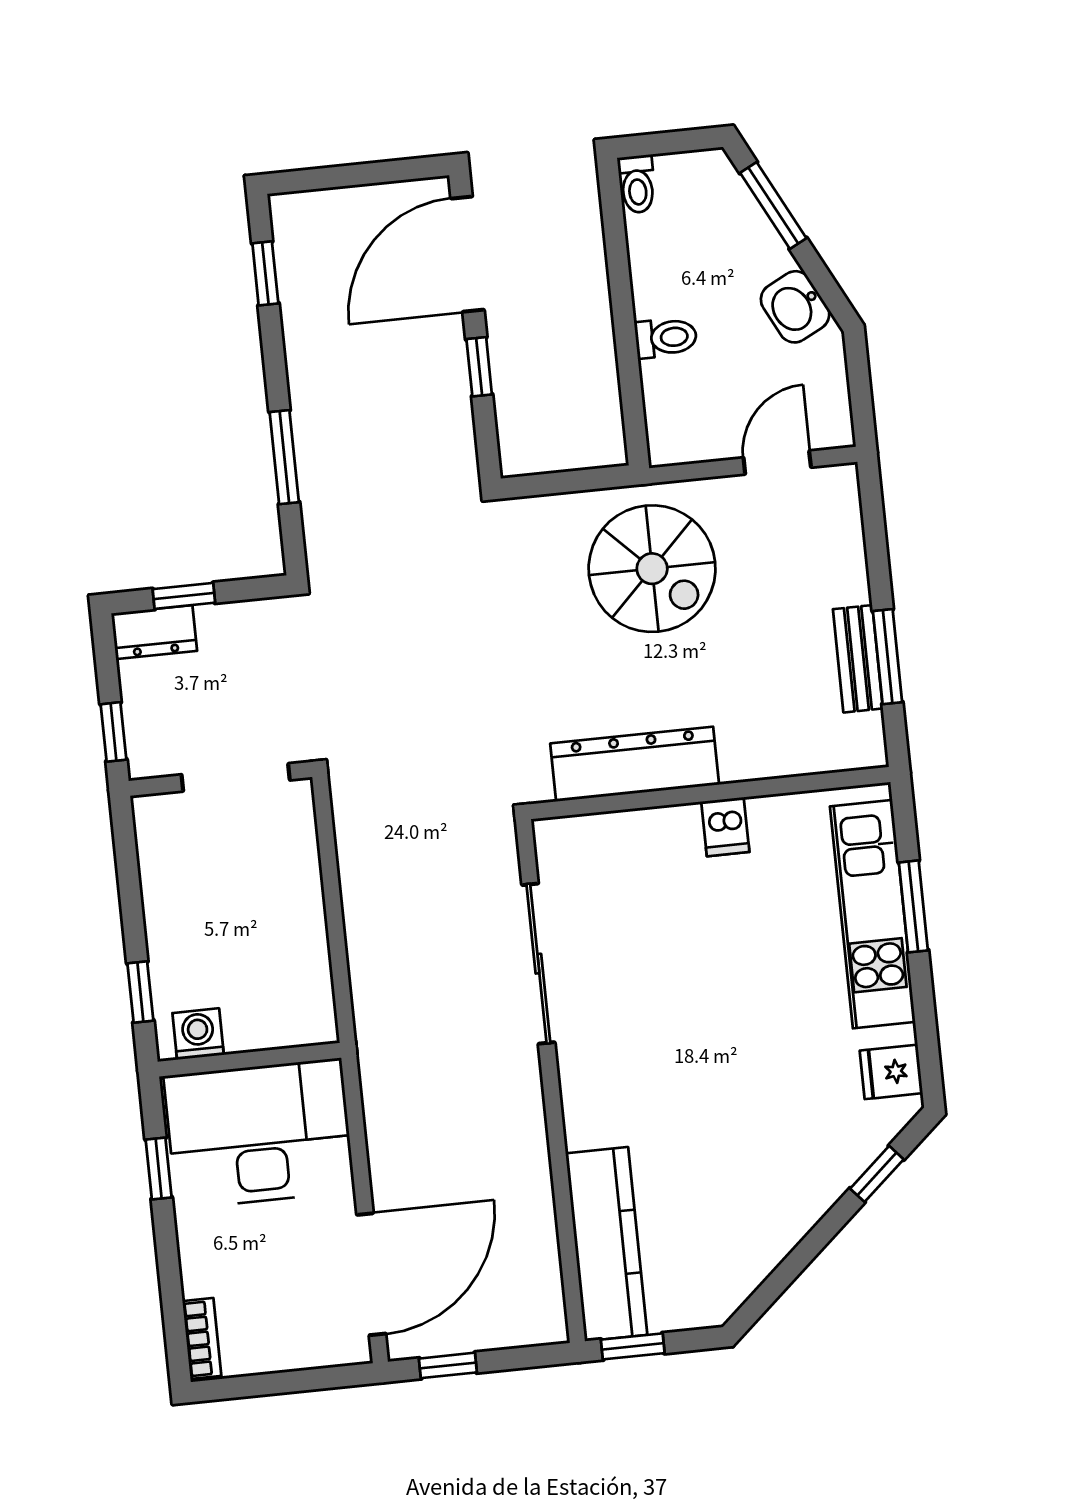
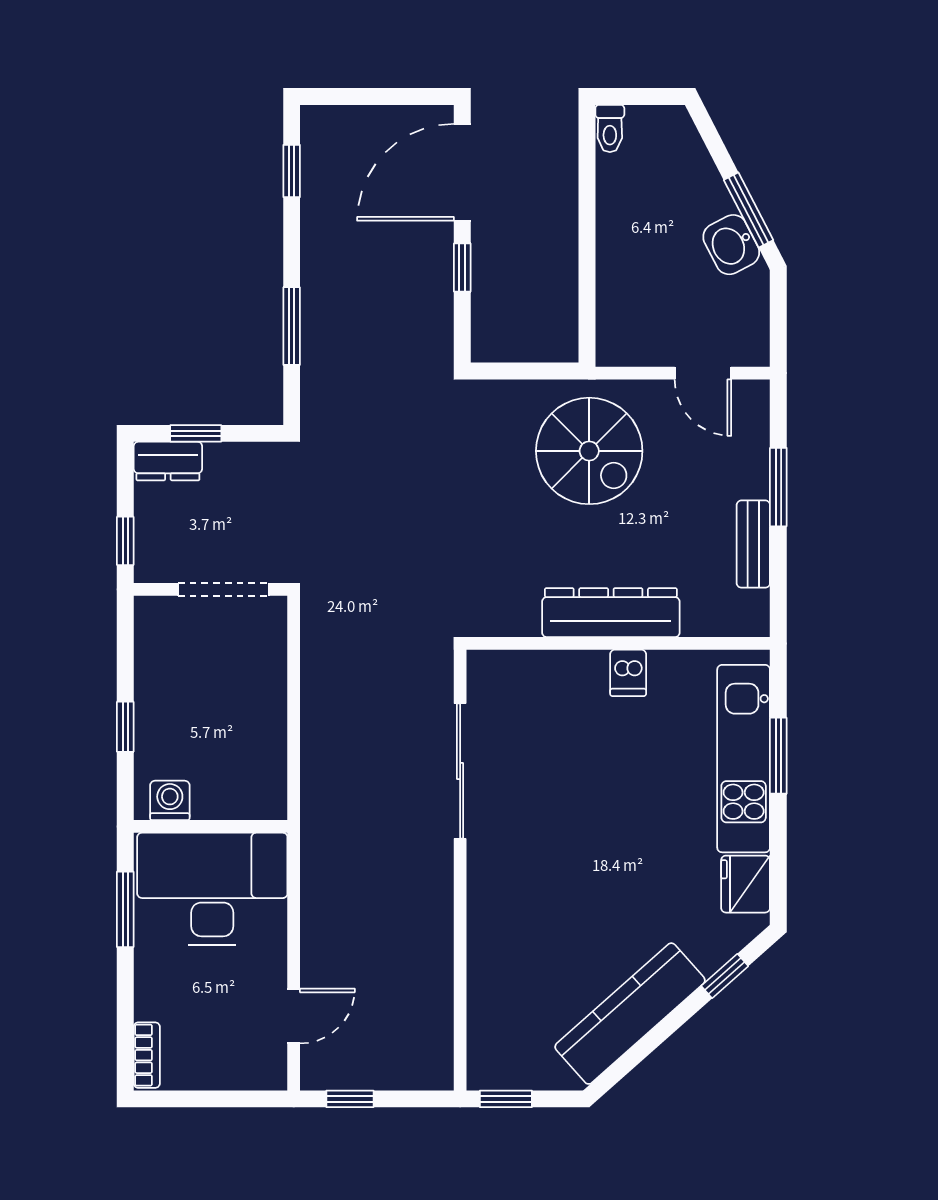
window: (773, 205) -> (749, 210), moved
toilet: (666, 338) -> (621, 259), removed
door: (777, 462) -> (703, 373), swing flipped
window: (888, 657) -> (778, 487), moved
dresser: (635, 764) -> (611, 613), moved
window: (140, 992) -> (125, 727), moved
fridge: (891, 1072) -> (746, 884), width x1.38
window: (159, 1168) -> (125, 909), width x1.50
kitchen counter: (606, 1244) -> (630, 1014), moved, turned -132
door: (371, 1274) -> (294, 1016), width x0.53

